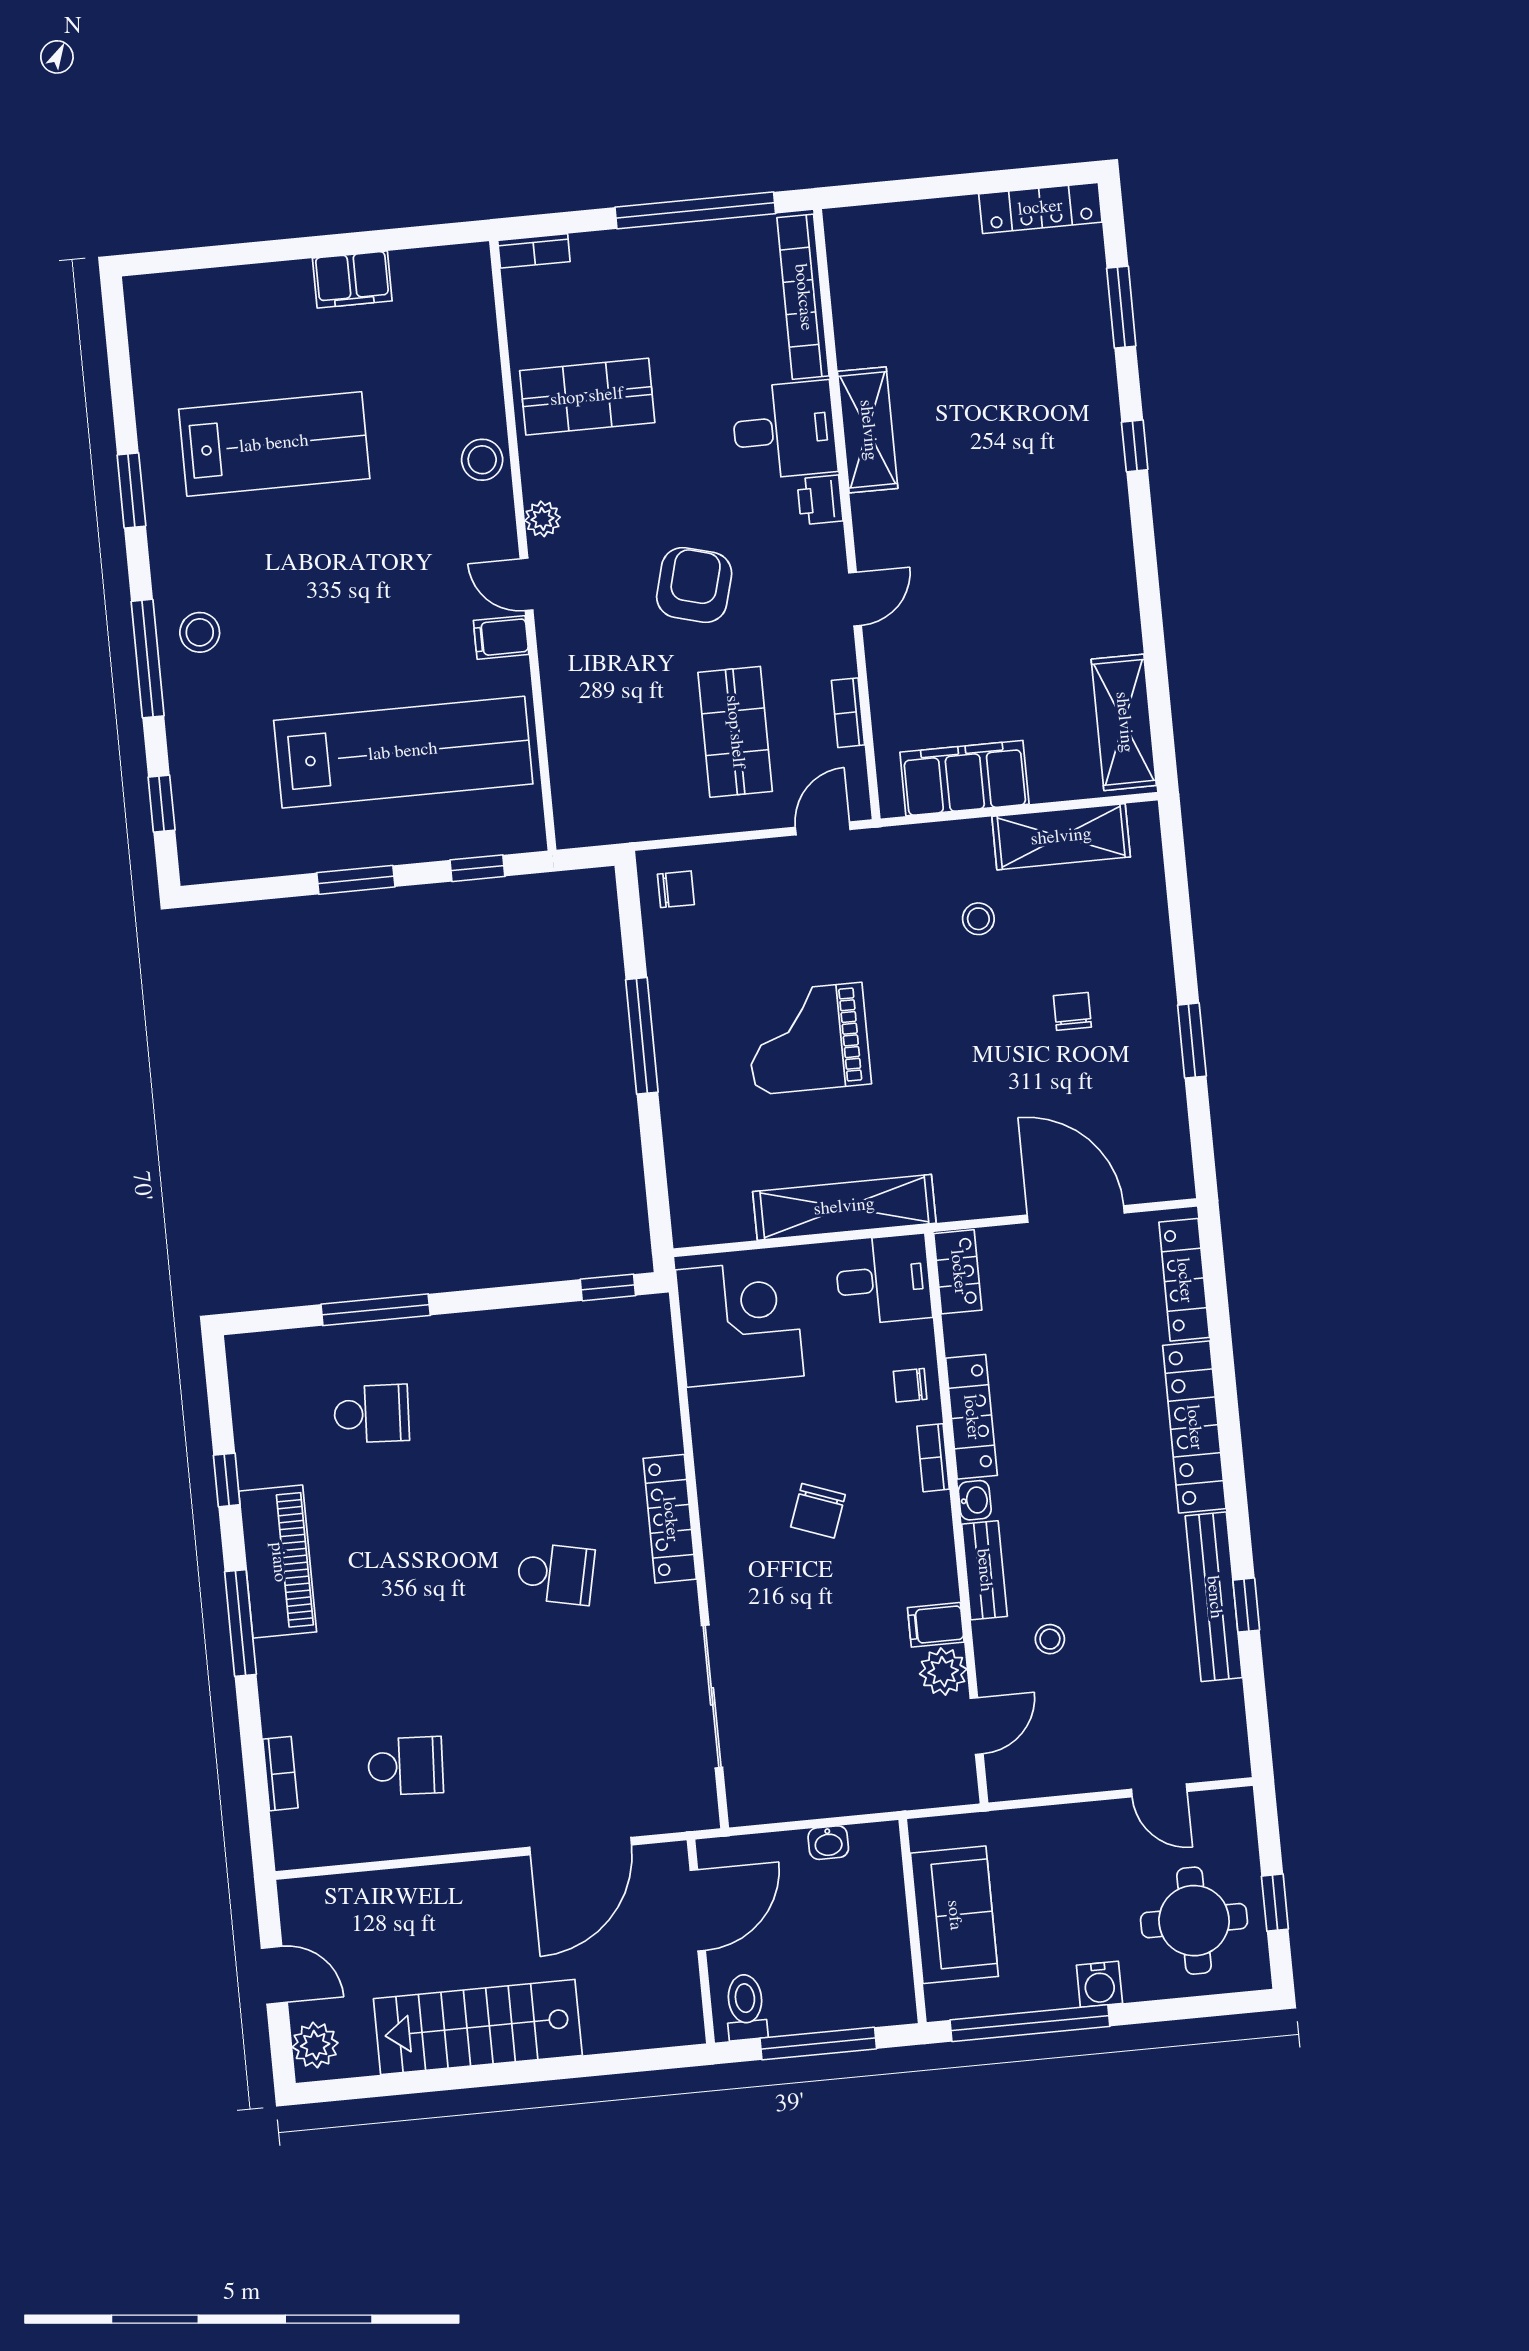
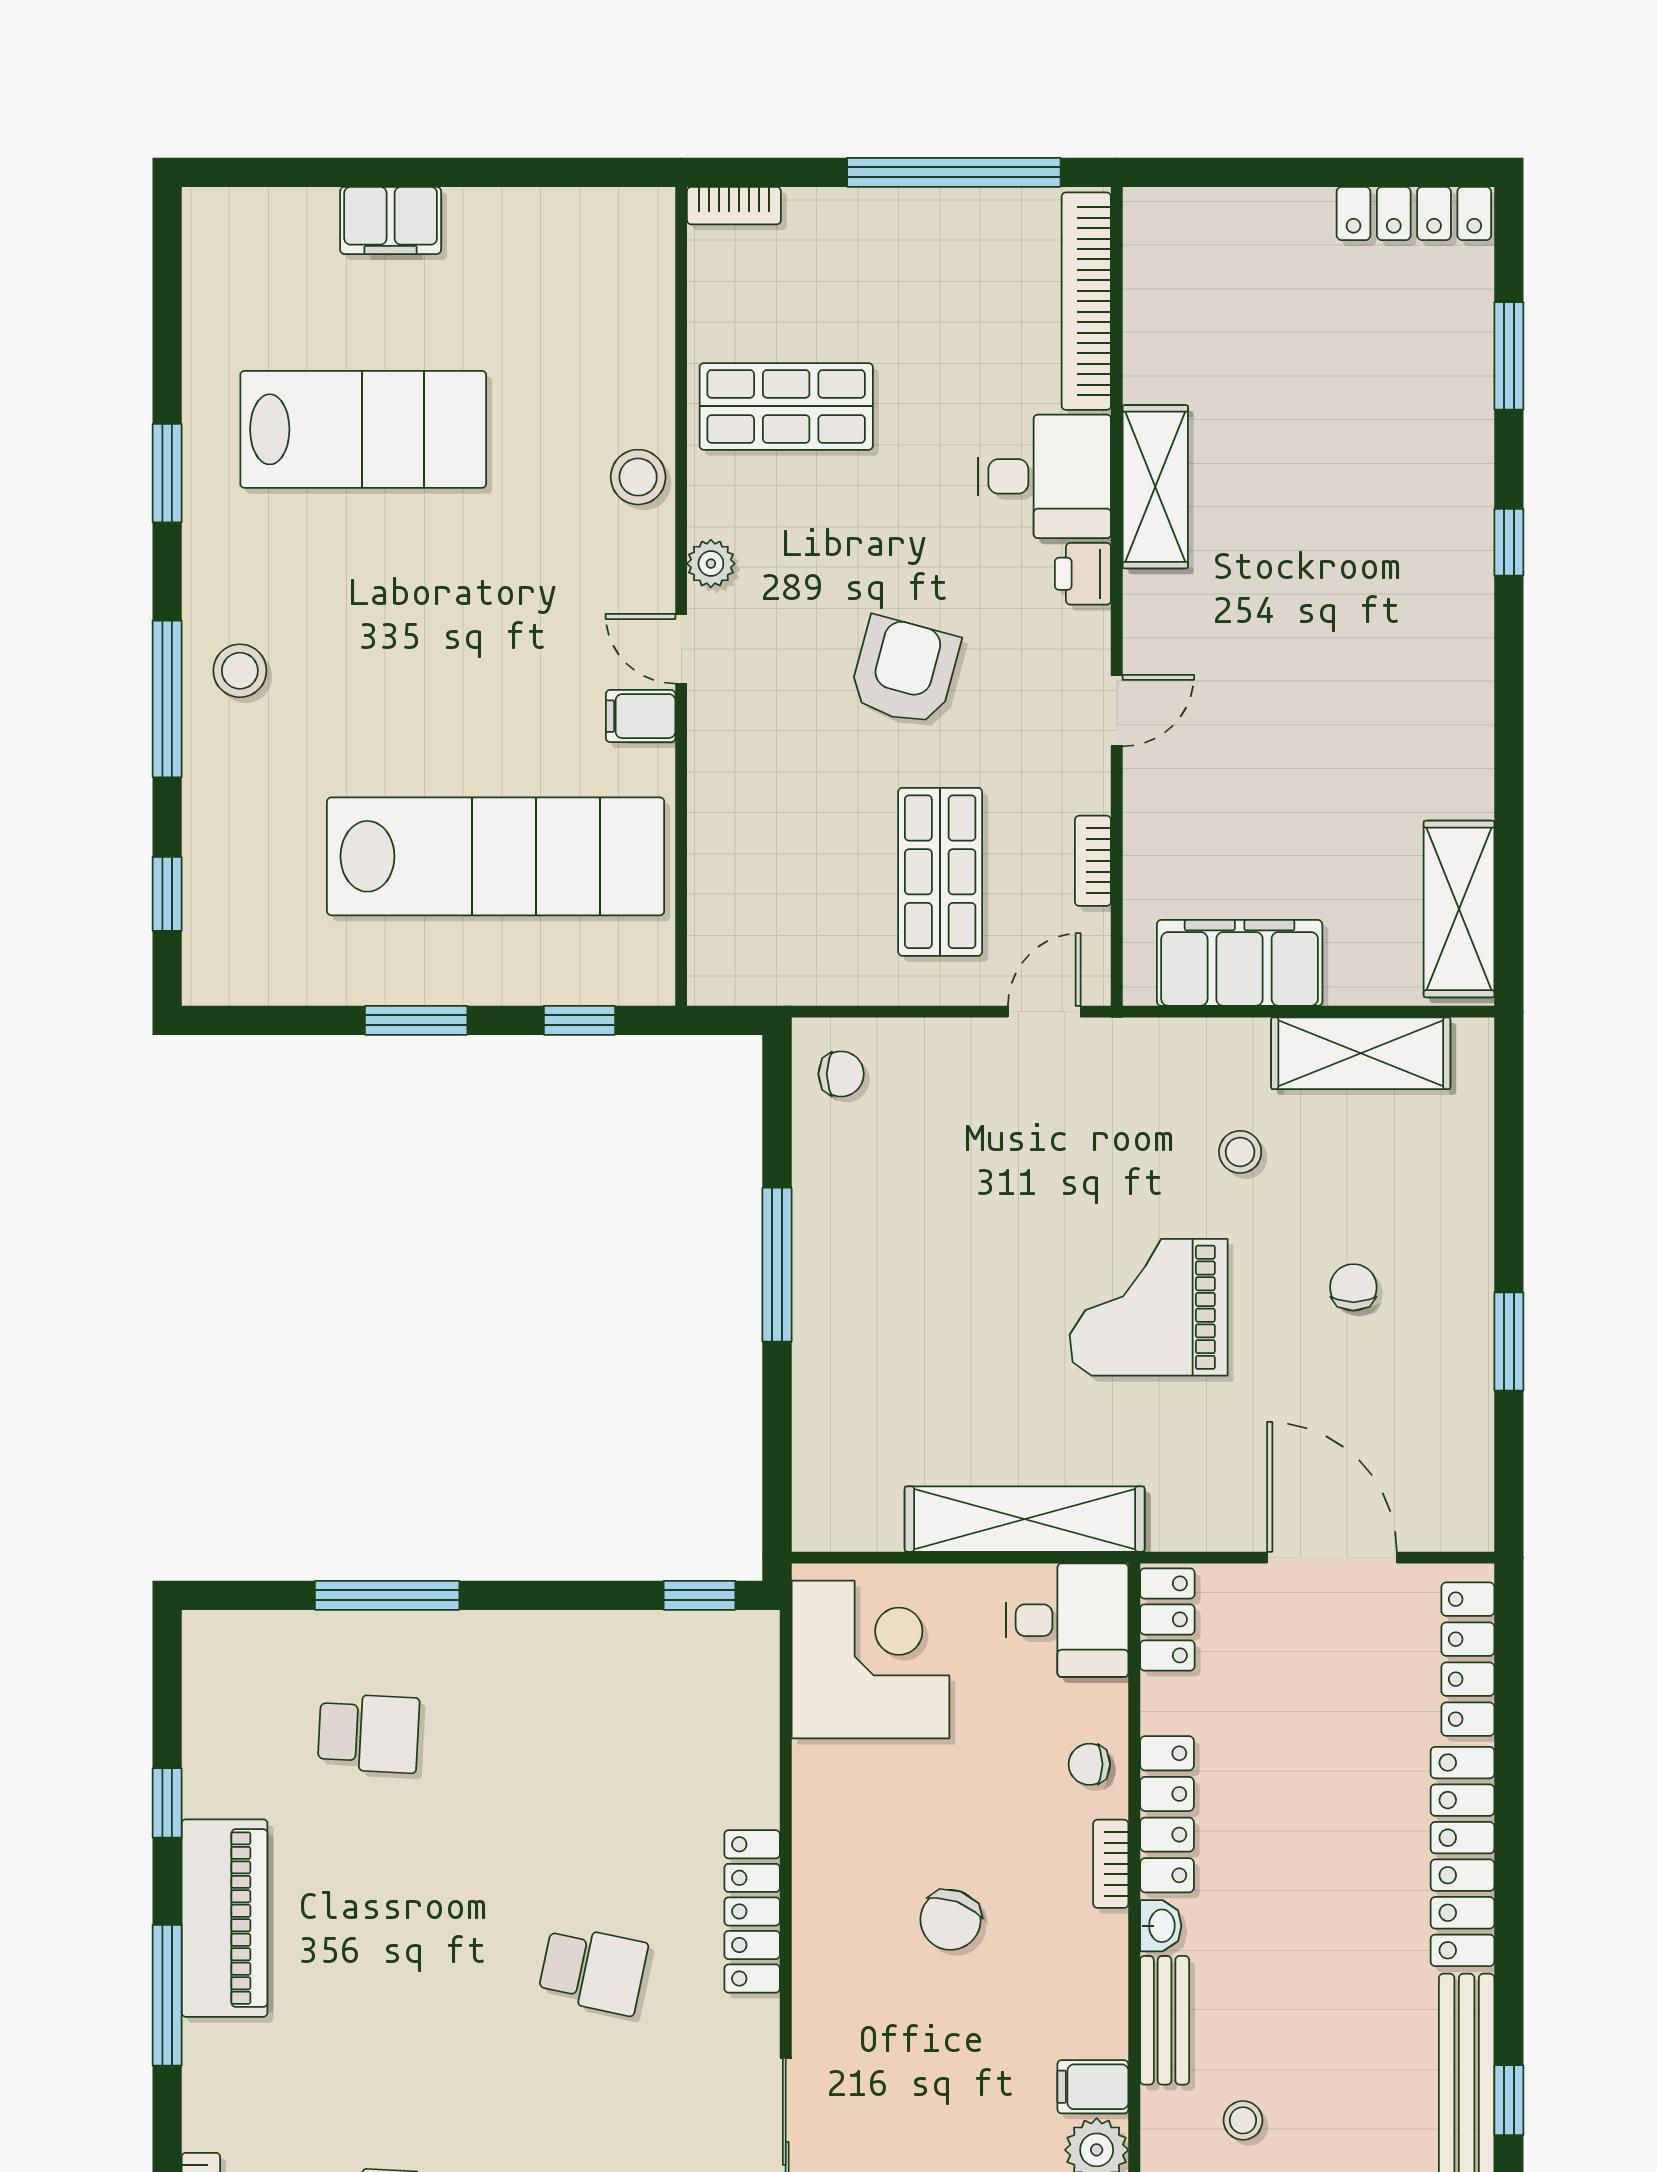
filing cabinet: (352, 280) -> (391, 220), moved
grand piano: (808, 1039) -> (1149, 1307), moved

